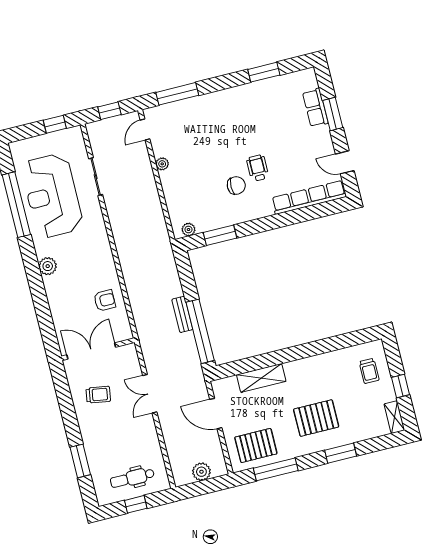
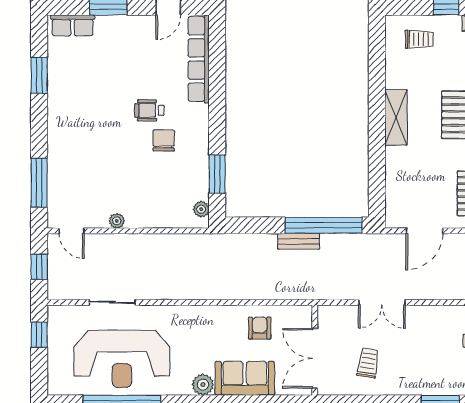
row of seats: (315, 108) -> (73, 25), moved
sofa: (61, 299) -> (245, 378), added
shelving: (261, 378) -> (396, 117), moved

